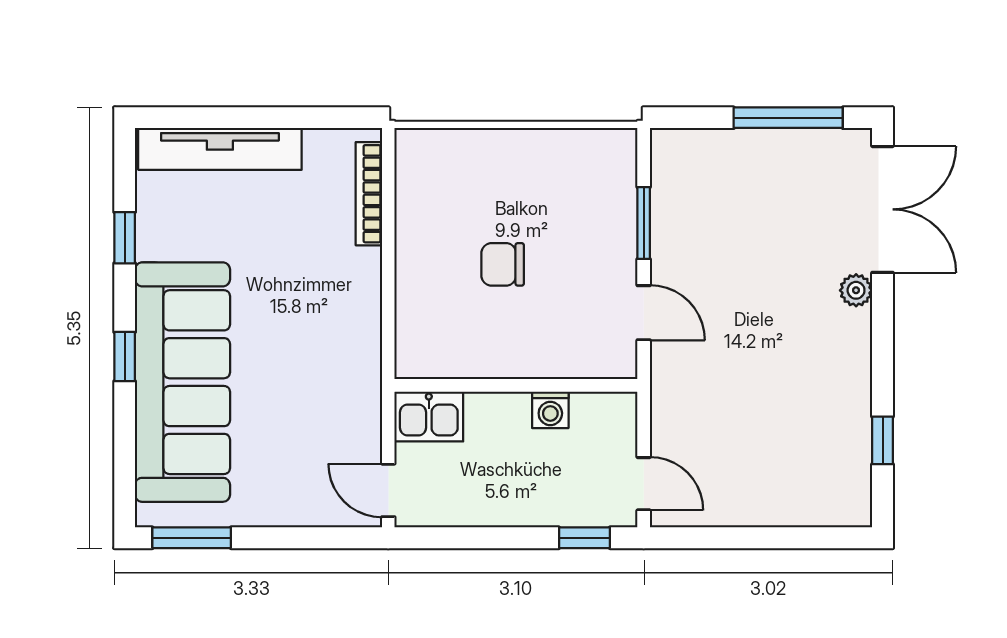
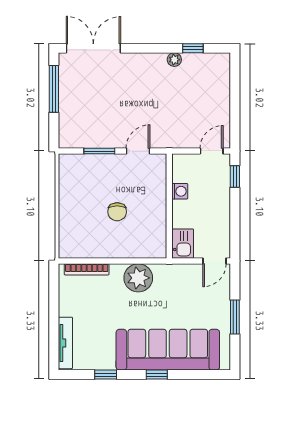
tv unit: (220, 149) -> (65, 343), width x0.73, depth x0.78
plant: (856, 290) -> (174, 60), moved
plant: (349, 313) -> (138, 278), added
window: (192, 538) -> (235, 317), moved

